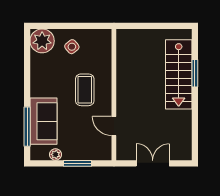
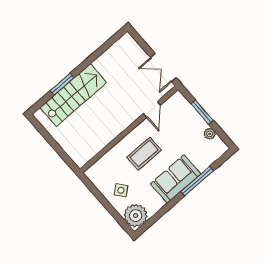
sofa: (44, 121) -> (176, 179), moved
window: (27, 127) -> (197, 181), moved
double door: (153, 163) -> (163, 68), moved

